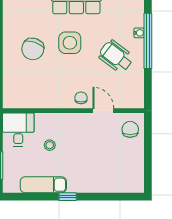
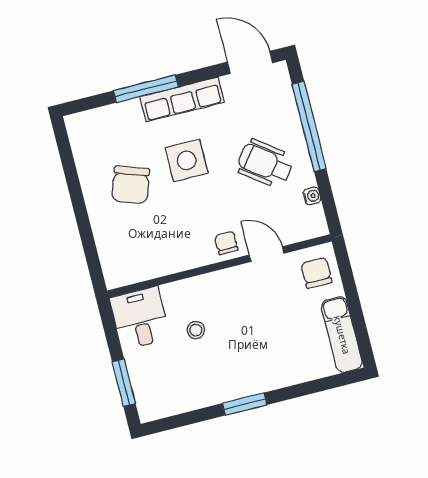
water cooler: (139, 33) -> (312, 196), moved
exam couch: (43, 185) -> (342, 335), moved, turned -90
window: (68, 197) -> (245, 404), width x1.50

